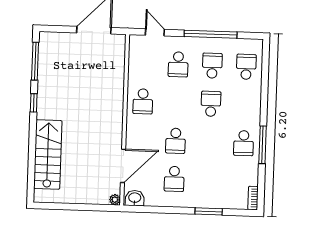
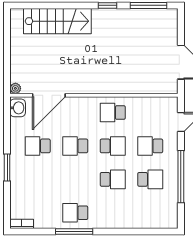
school desk: (246, 67) -> (113, 146), moved
door: (123, 166) -> (49, 95), hinge flipped
window: (209, 211) -> (7, 168), moved

